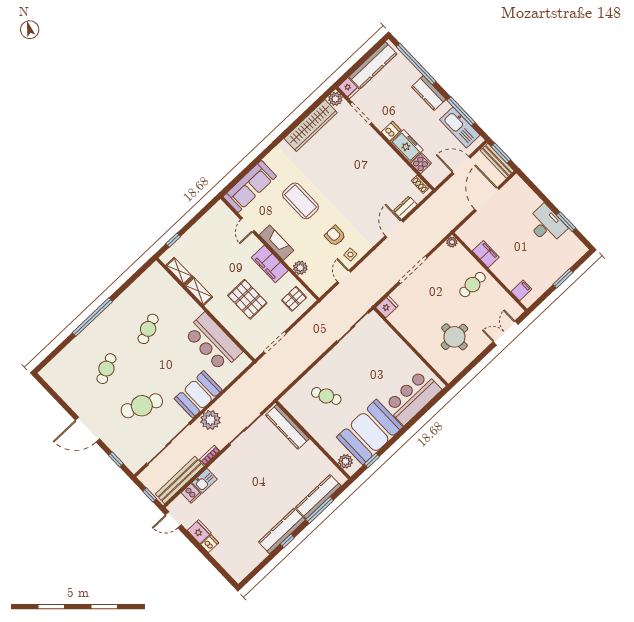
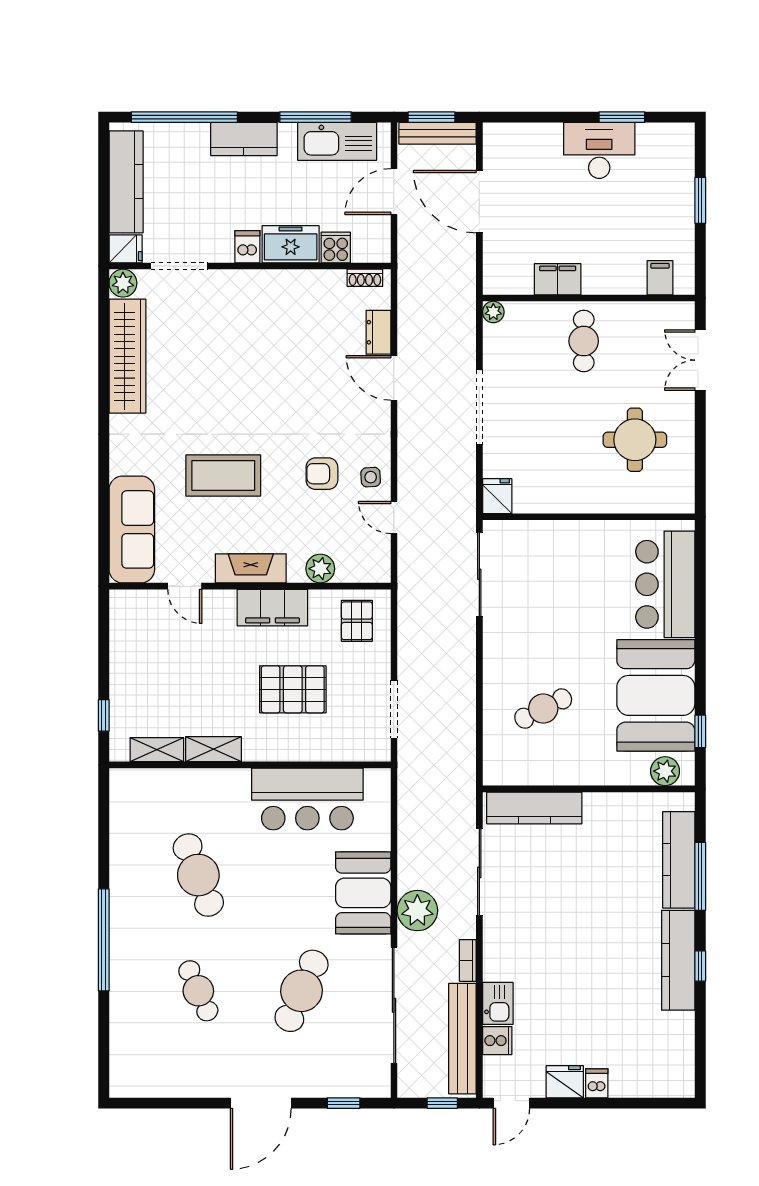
cafe table: (148, 329) -> (198, 875), width x1.37, depth x1.35

